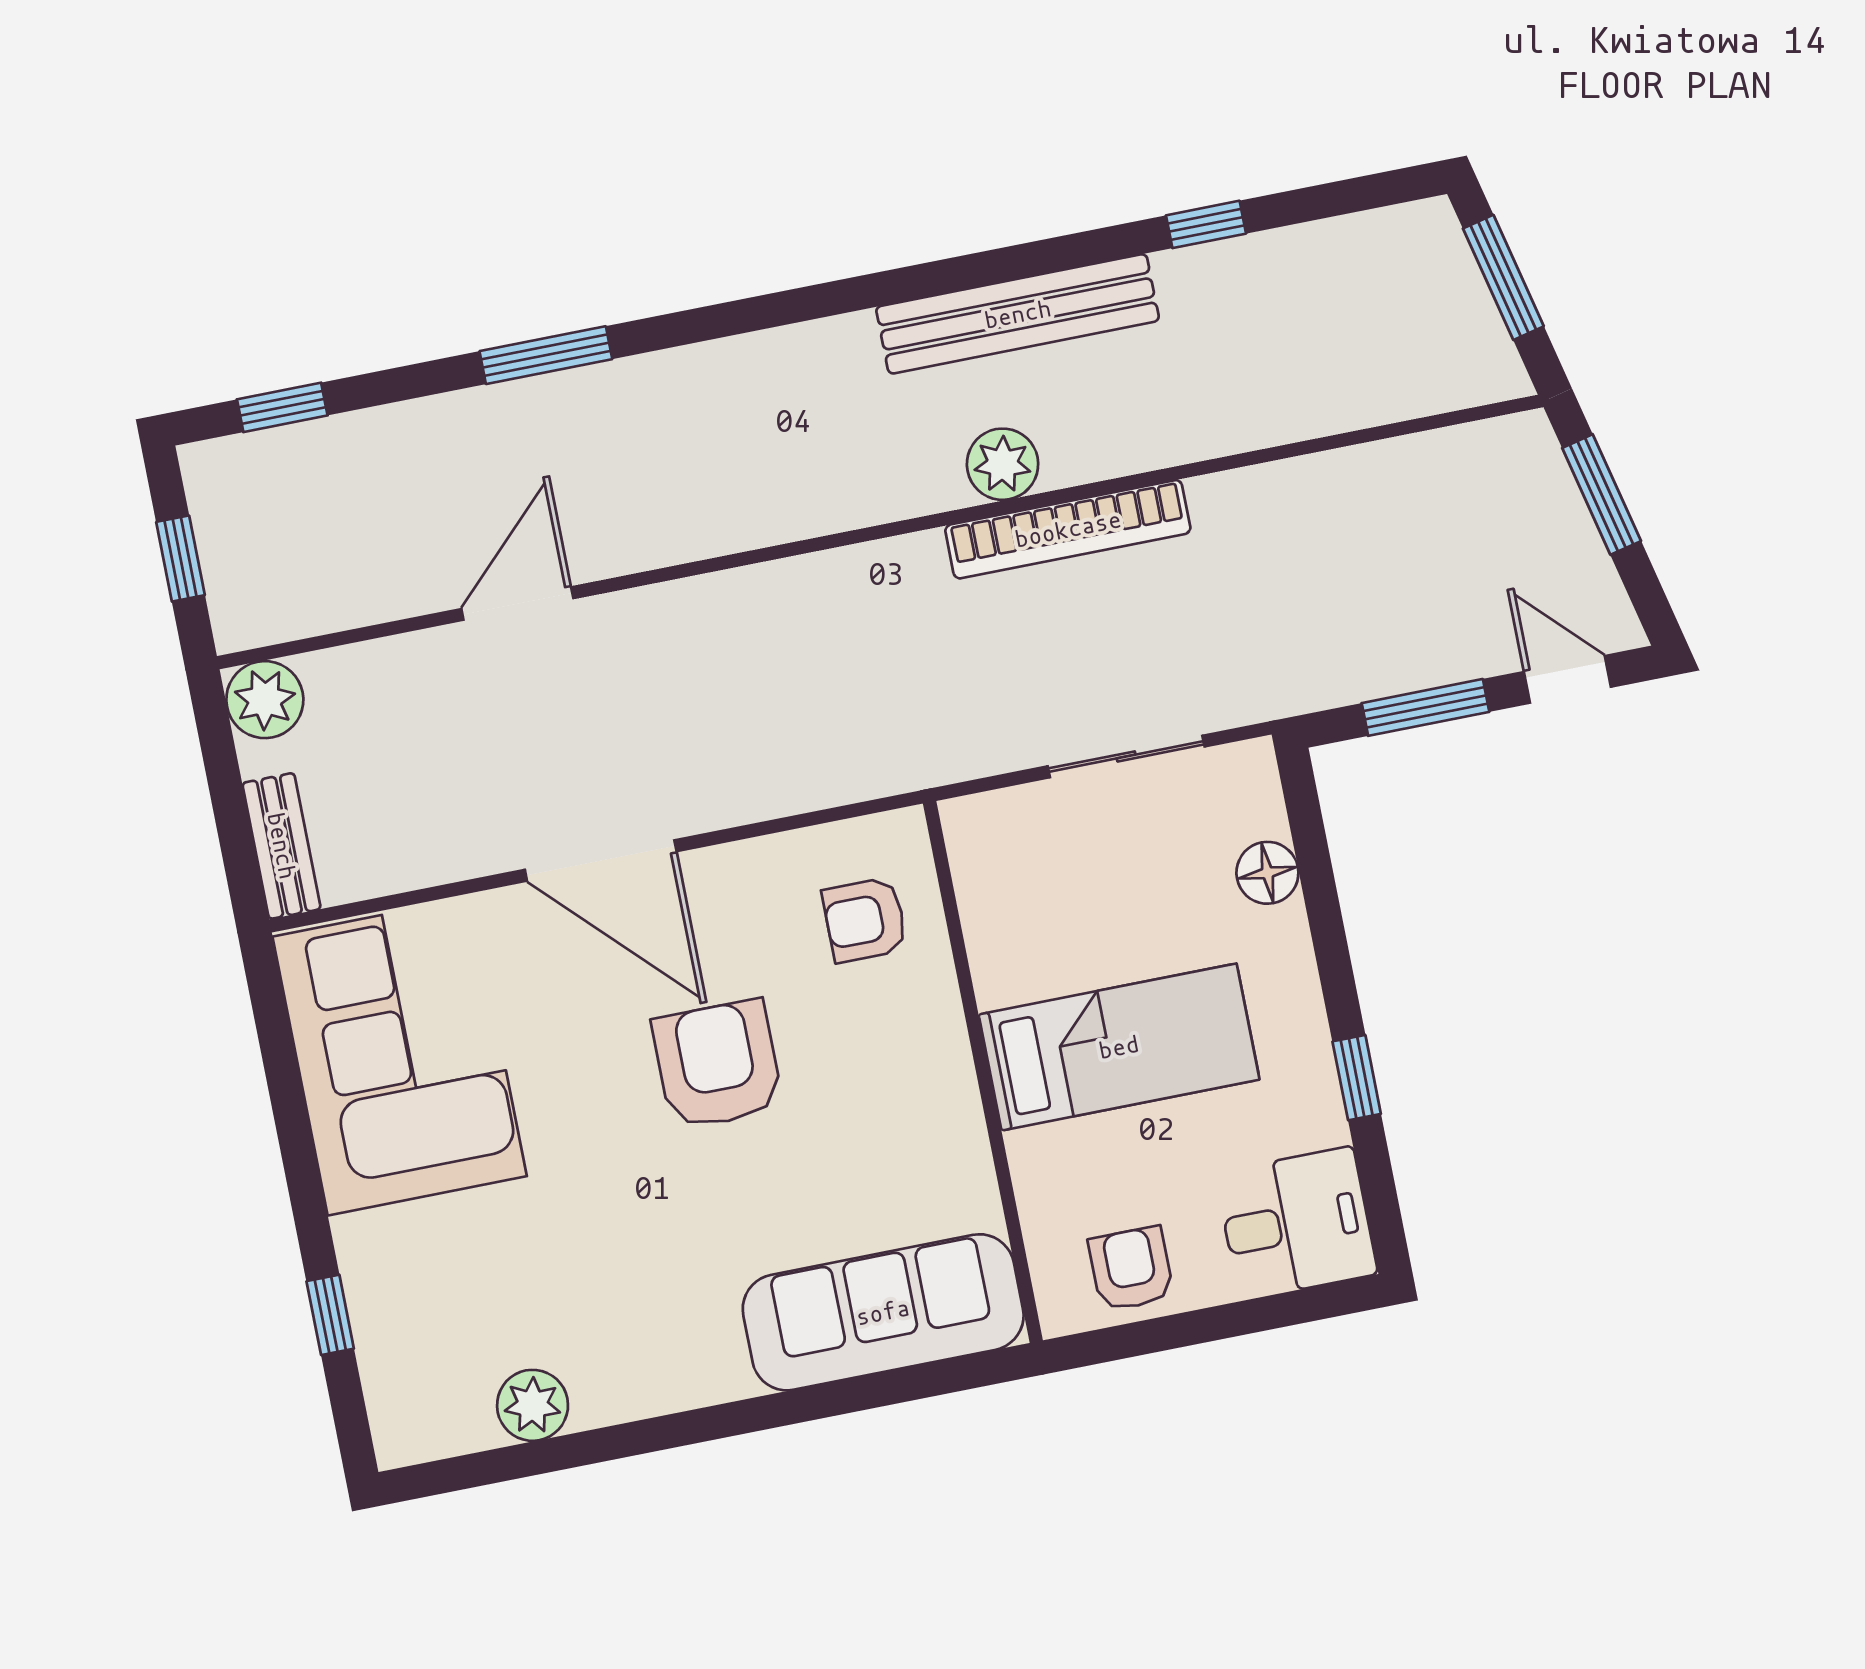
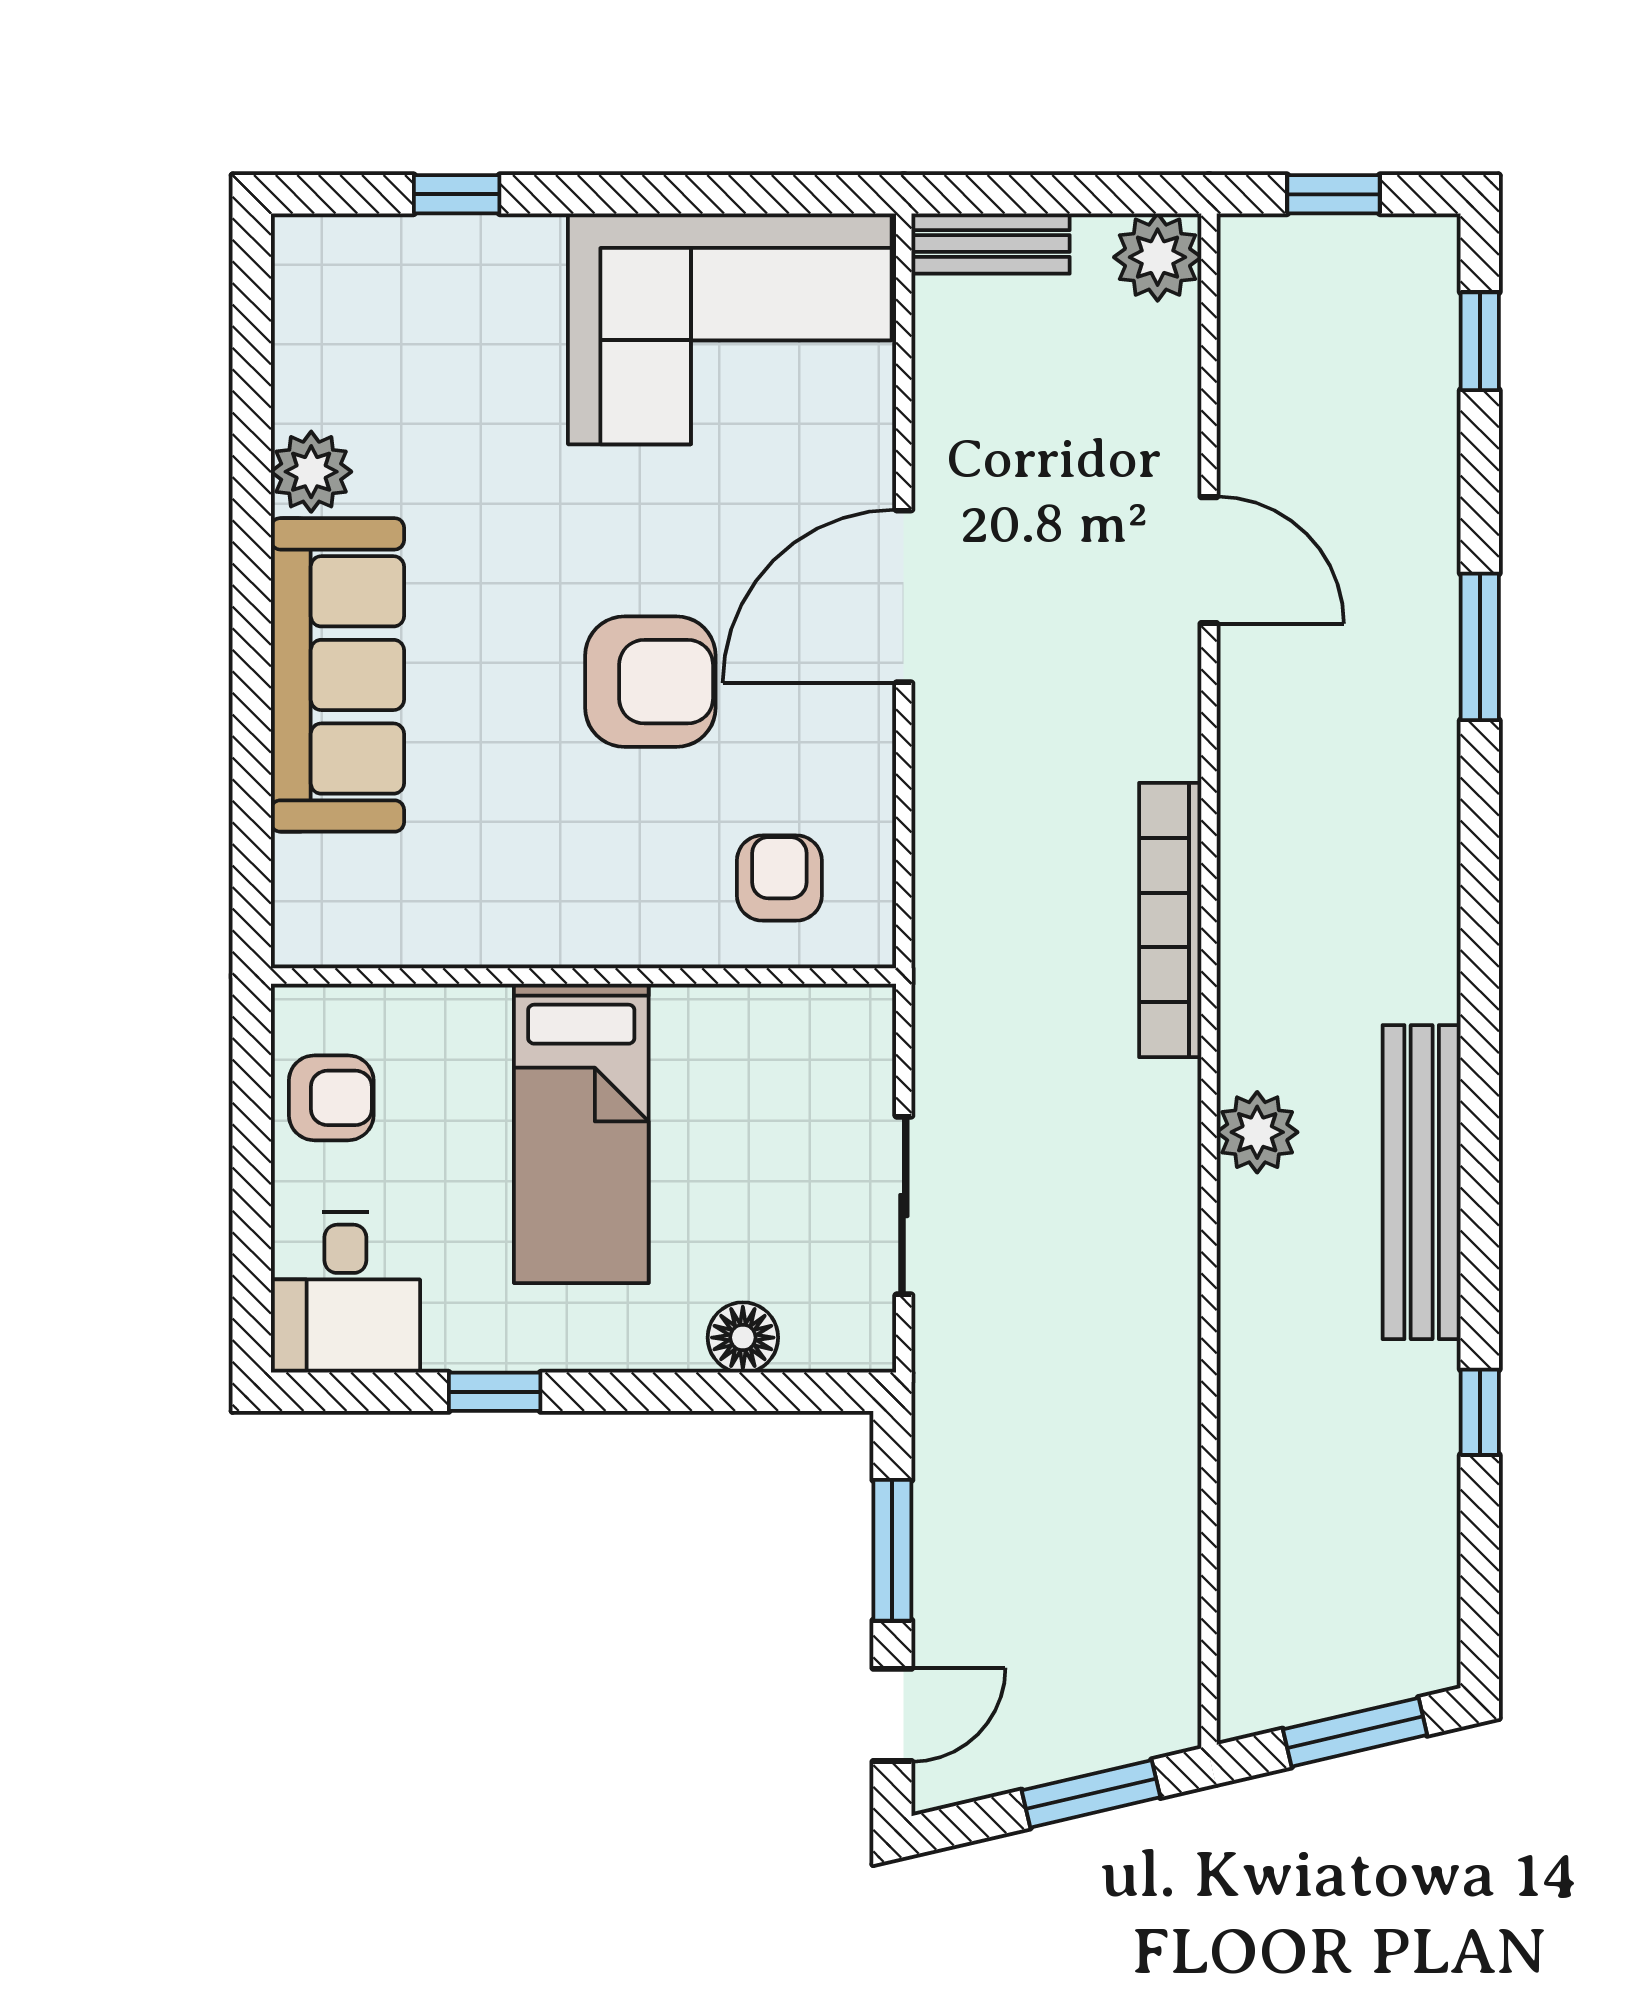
bookcase: (1068, 529) -> (1170, 920), moved
sofa: (883, 1312) -> (337, 675), moved
plant: (533, 1405) -> (311, 472), moved

